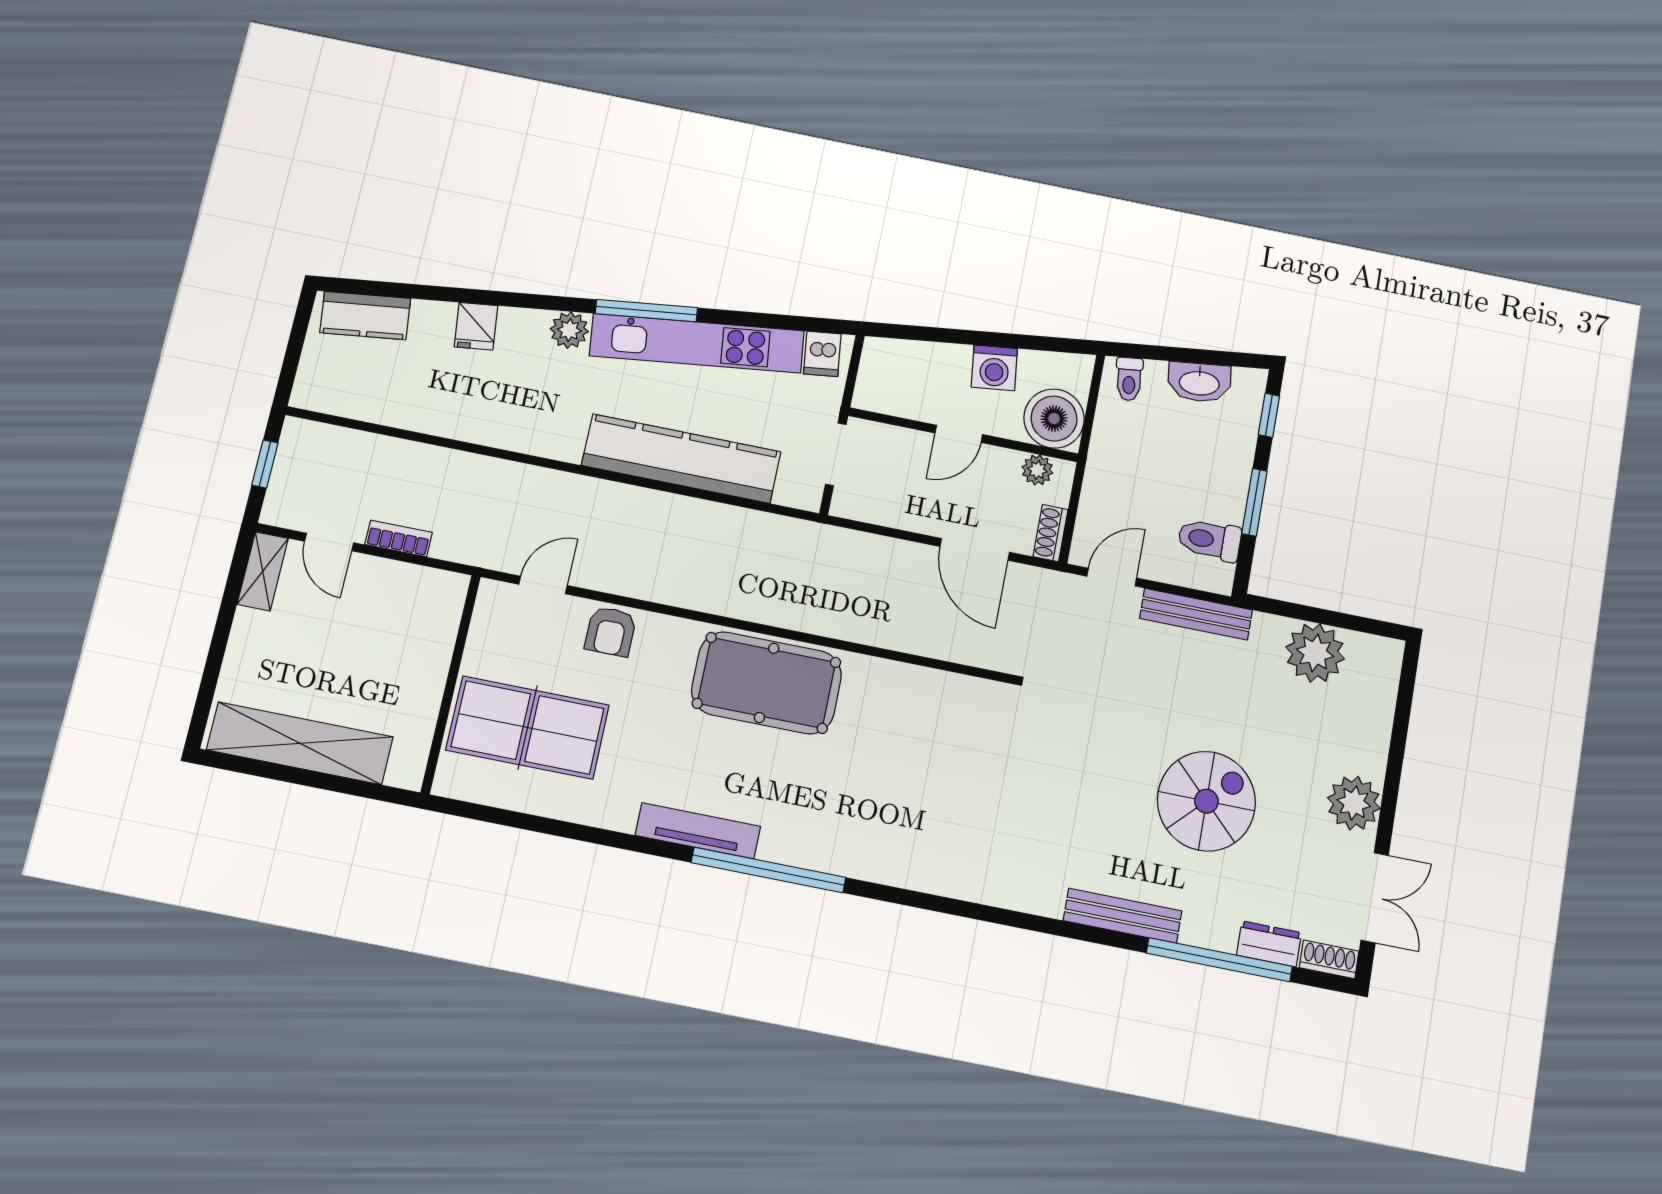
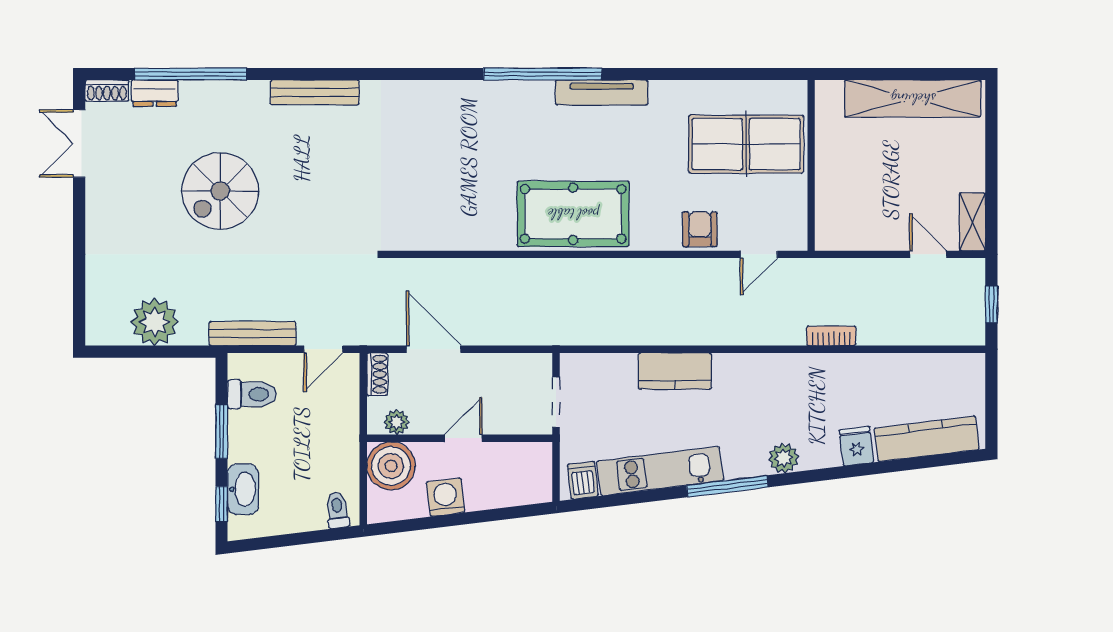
kitchen counter: (365, 316) -> (927, 439), width x1.50
kitchen unit: (697, 343) -> (660, 471), width x0.73
washbasin: (1199, 382) -> (243, 489), moved, turned 97
kitchen counter: (681, 459) -> (675, 371), width x0.48, depth x0.86
bookcase: (399, 538) -> (831, 336), moved, turned 180
plant: (1354, 803) -> (106, 212), removed
bench: (1123, 916) -> (315, 92), moved

